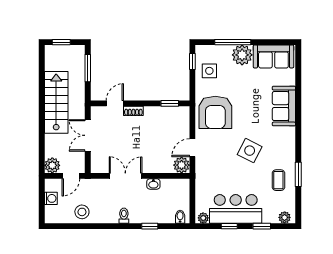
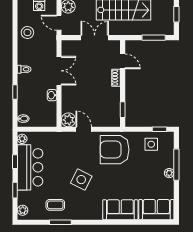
plant: (242, 55) -> (169, 173), width x0.53, depth x0.53
sofa: (273, 56) -> (156, 210), moved, turned 90

